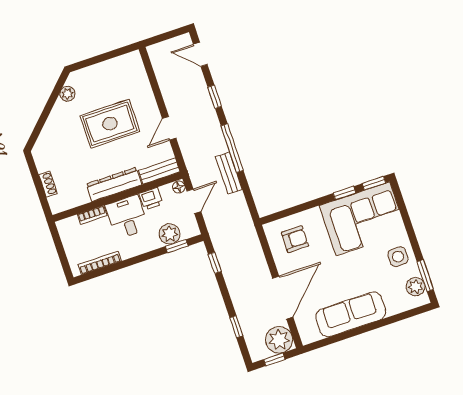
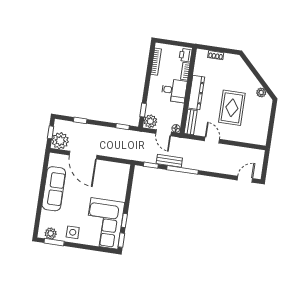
window: (215, 97) -> (151, 165), moved
printer: (151, 199) -> (186, 55), moved
plant: (169, 234) -> (150, 121), moved
armchair: (295, 239) -> (113, 179), removed

